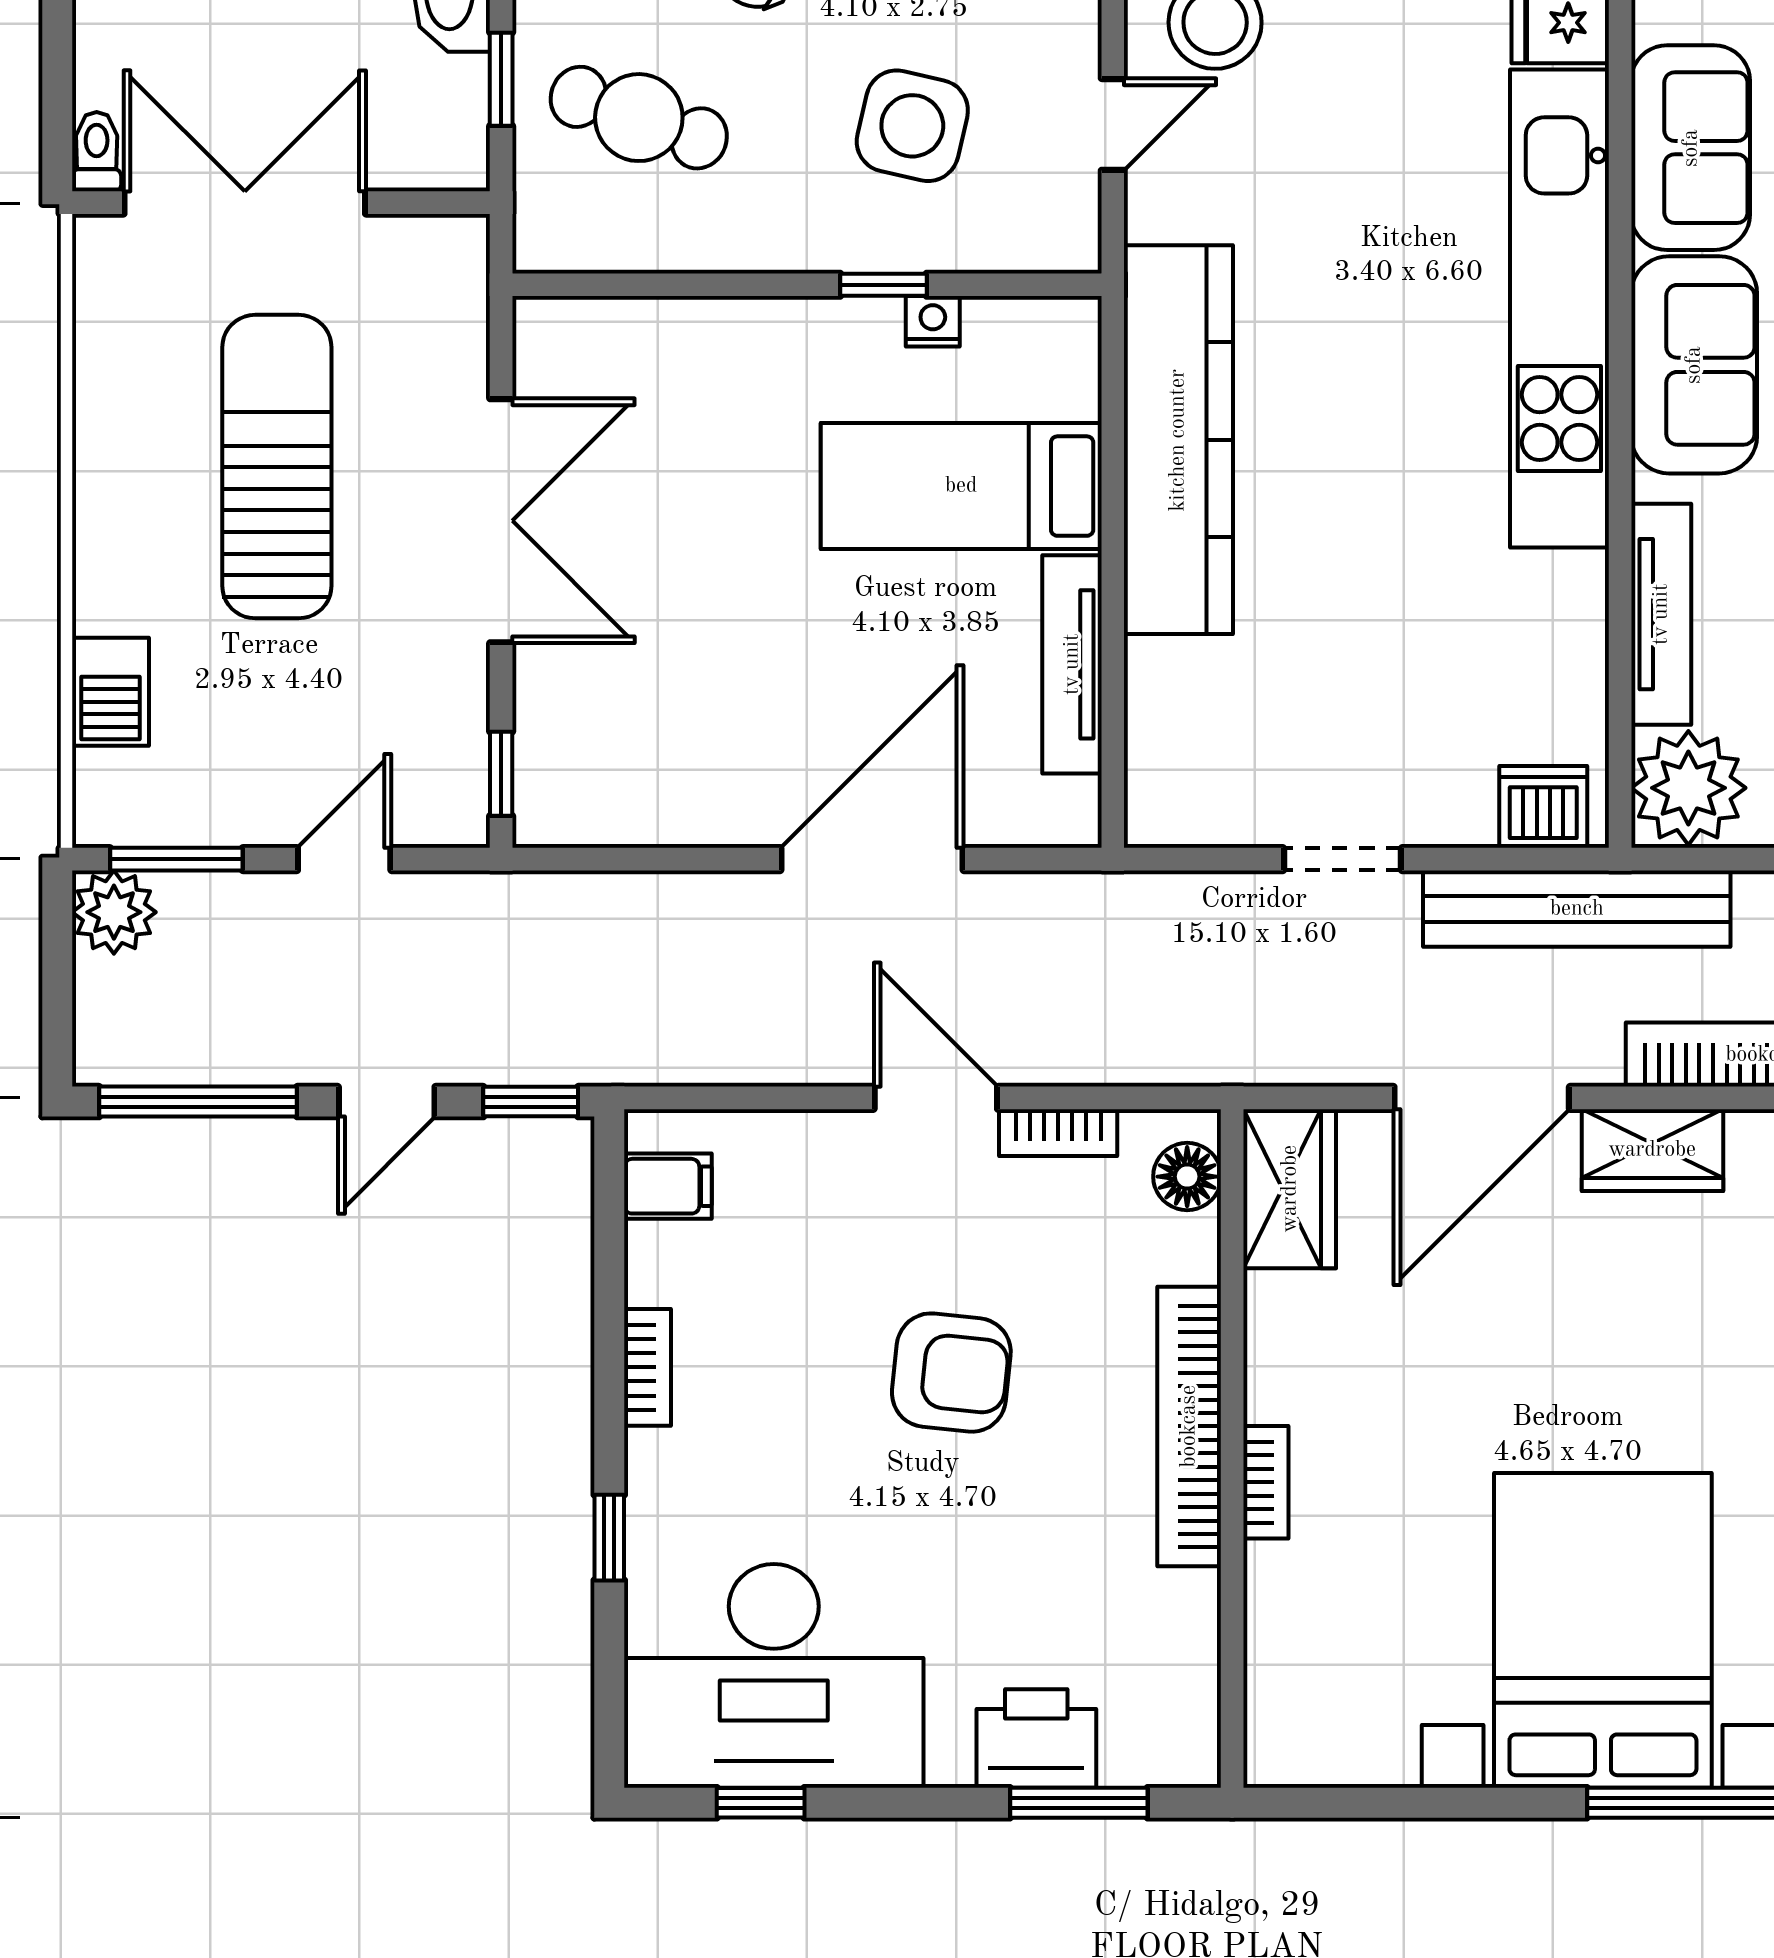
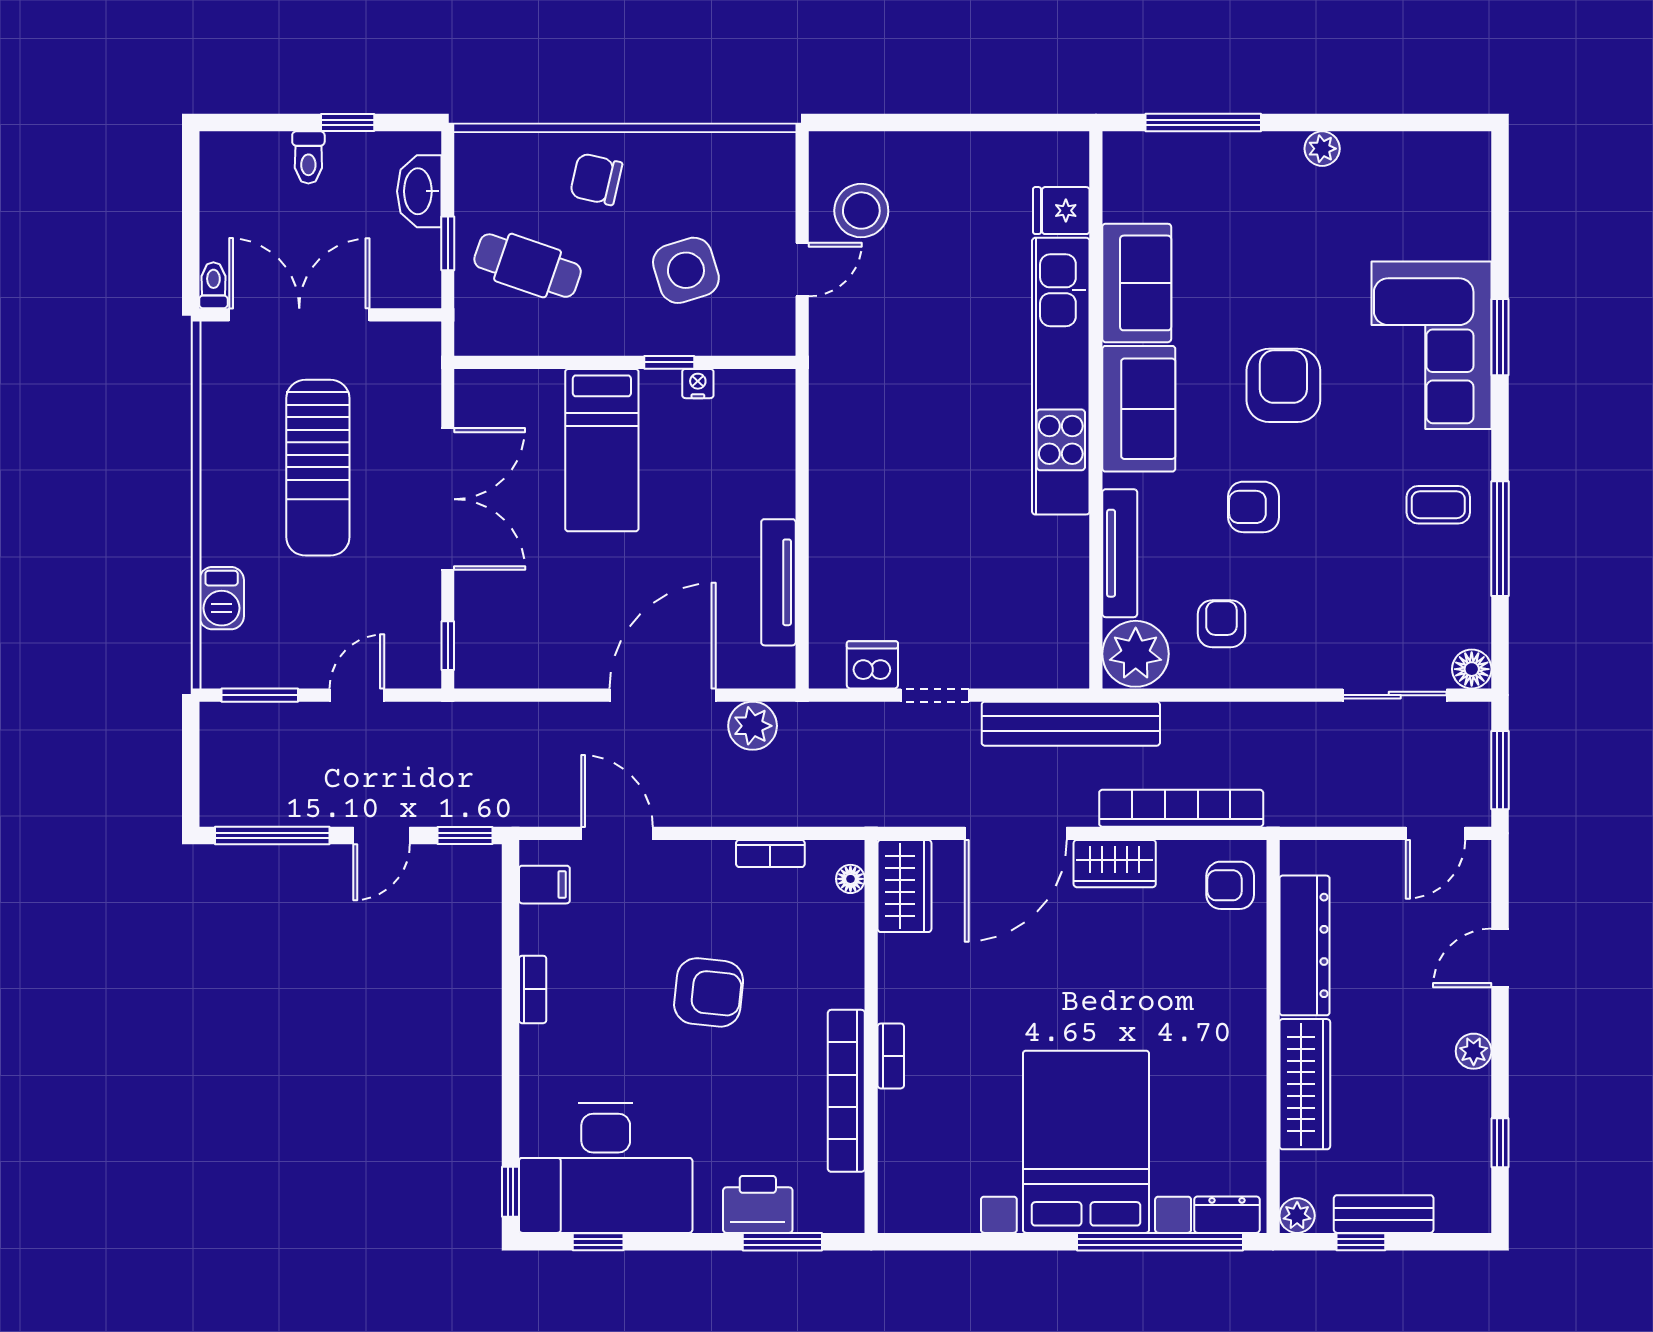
side table: (912, 126) -> (686, 270), turned -30
kitchen counter: (1178, 440) -> (840, 452), removed
sun lounger: (277, 467) -> (318, 468), turned 180
bed: (961, 486) -> (602, 450), moved, turned -90
dishwasher: (1543, 807) -> (872, 665), moved
plant: (114, 912) -> (753, 726), moved
door: (936, 1098) -> (617, 833), moved
floor lamp: (1187, 1177) -> (850, 879), width x0.73, depth x0.73
bookcase: (1189, 1426) -> (846, 1091), moved
window: (609, 1538) -> (510, 1192), moved

